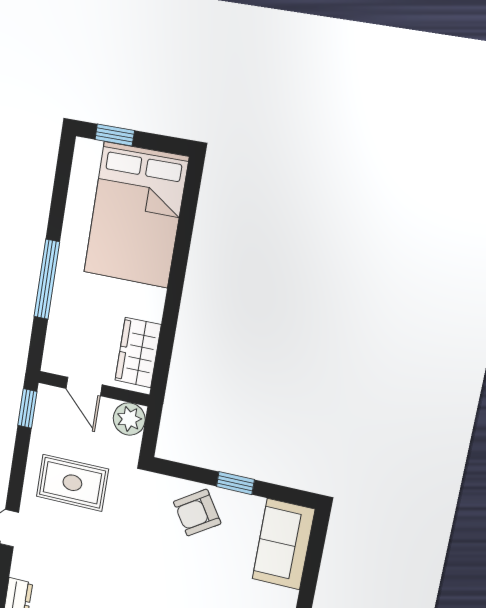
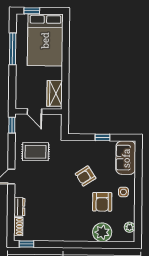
window: (47, 279) -> (13, 49), moved
plant: (129, 419) -> (55, 121), removed
armchair: (197, 513) -> (86, 176), moved

